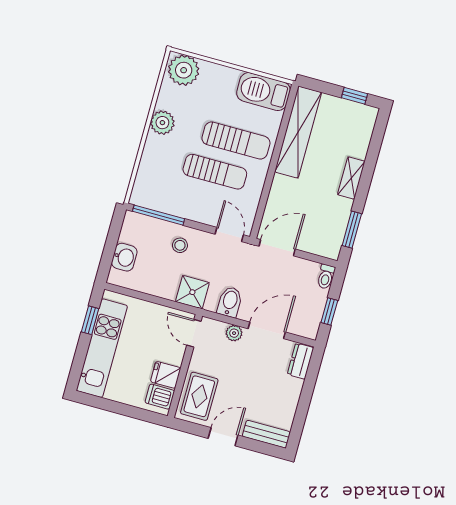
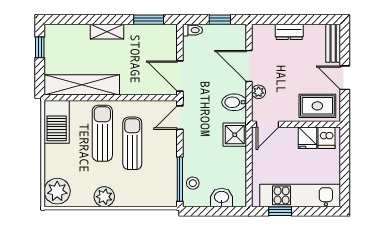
stool: (180, 245) -> (193, 183), moved
dresser: (300, 361) -> (289, 32), moved

